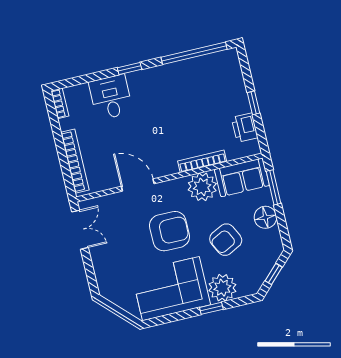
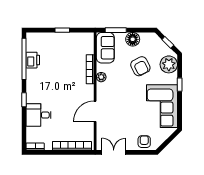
printer: (245, 128) -> (33, 60), moved, turned -90
plant: (202, 187) -> (101, 77), width x0.53, depth x0.53
armchair: (169, 231) -> (144, 142), moved, width x0.53, depth x0.53
plant: (222, 288) -> (169, 64), moved

